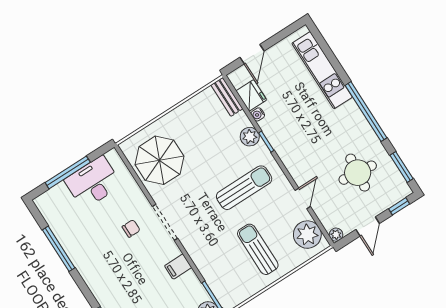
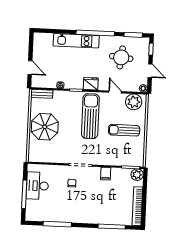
kitchen unit: (322, 70) -> (76, 41), moved
fridge: (251, 95) -> (91, 84), moved
plant: (250, 137) -> (68, 96), removed
parasol: (159, 160) -> (45, 127), moved
sun lounger: (244, 188) -> (90, 116), width x1.36, depth x1.34

